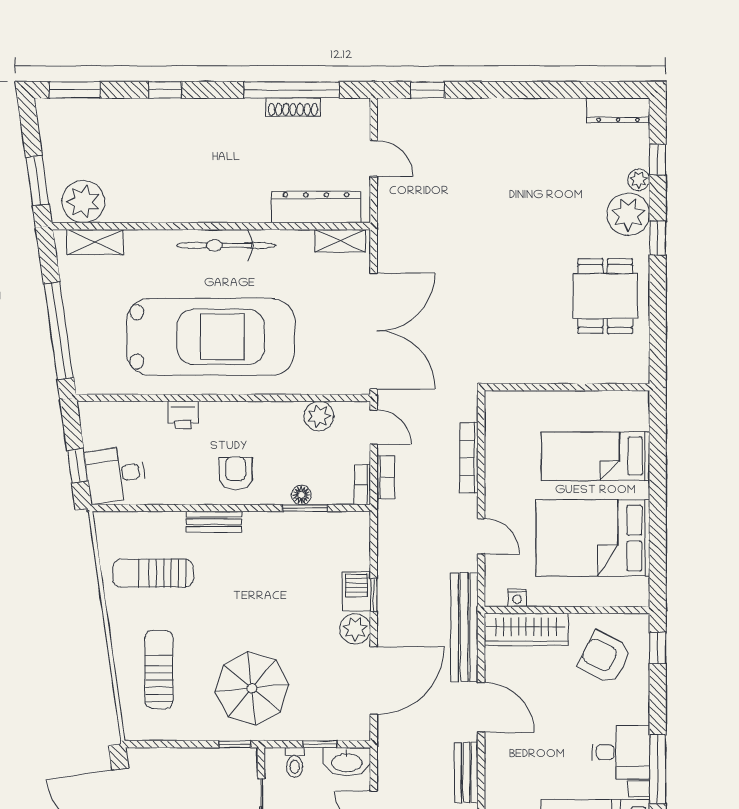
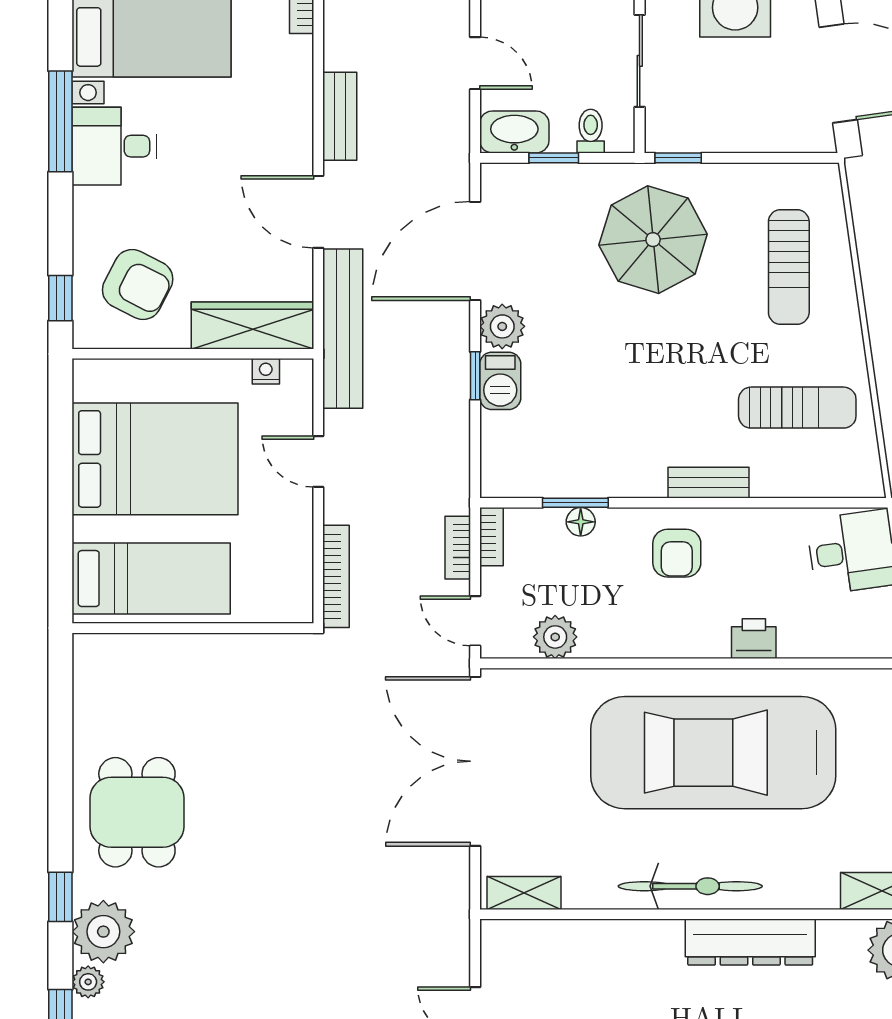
dresser: (316, 207) -> (750, 942), moved
wall: (567, 387) -> (193, 628), moved

